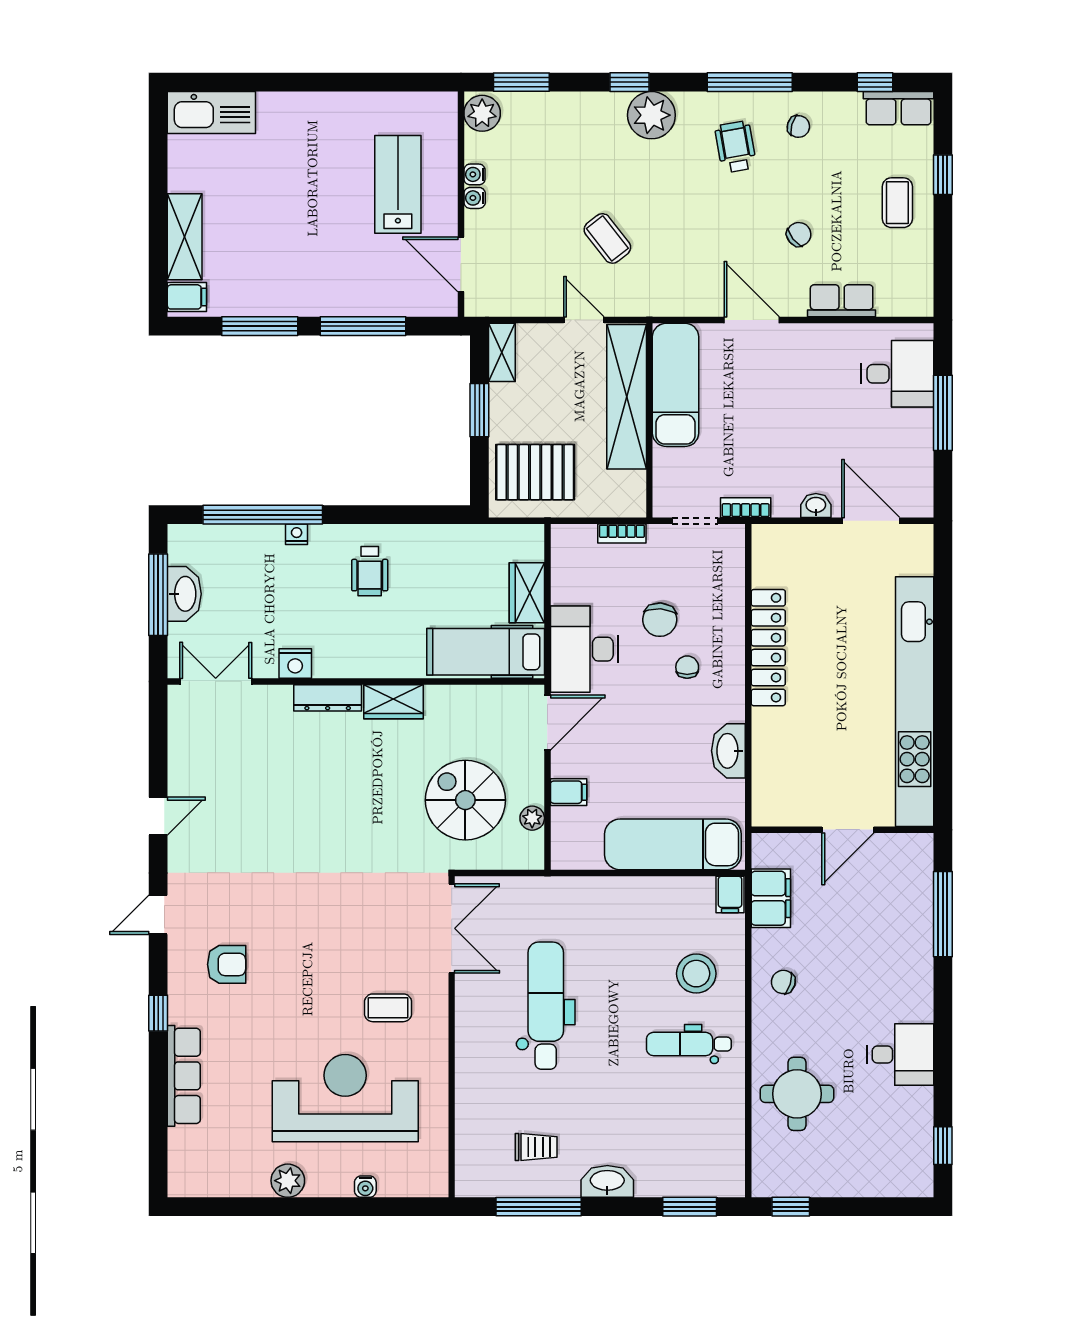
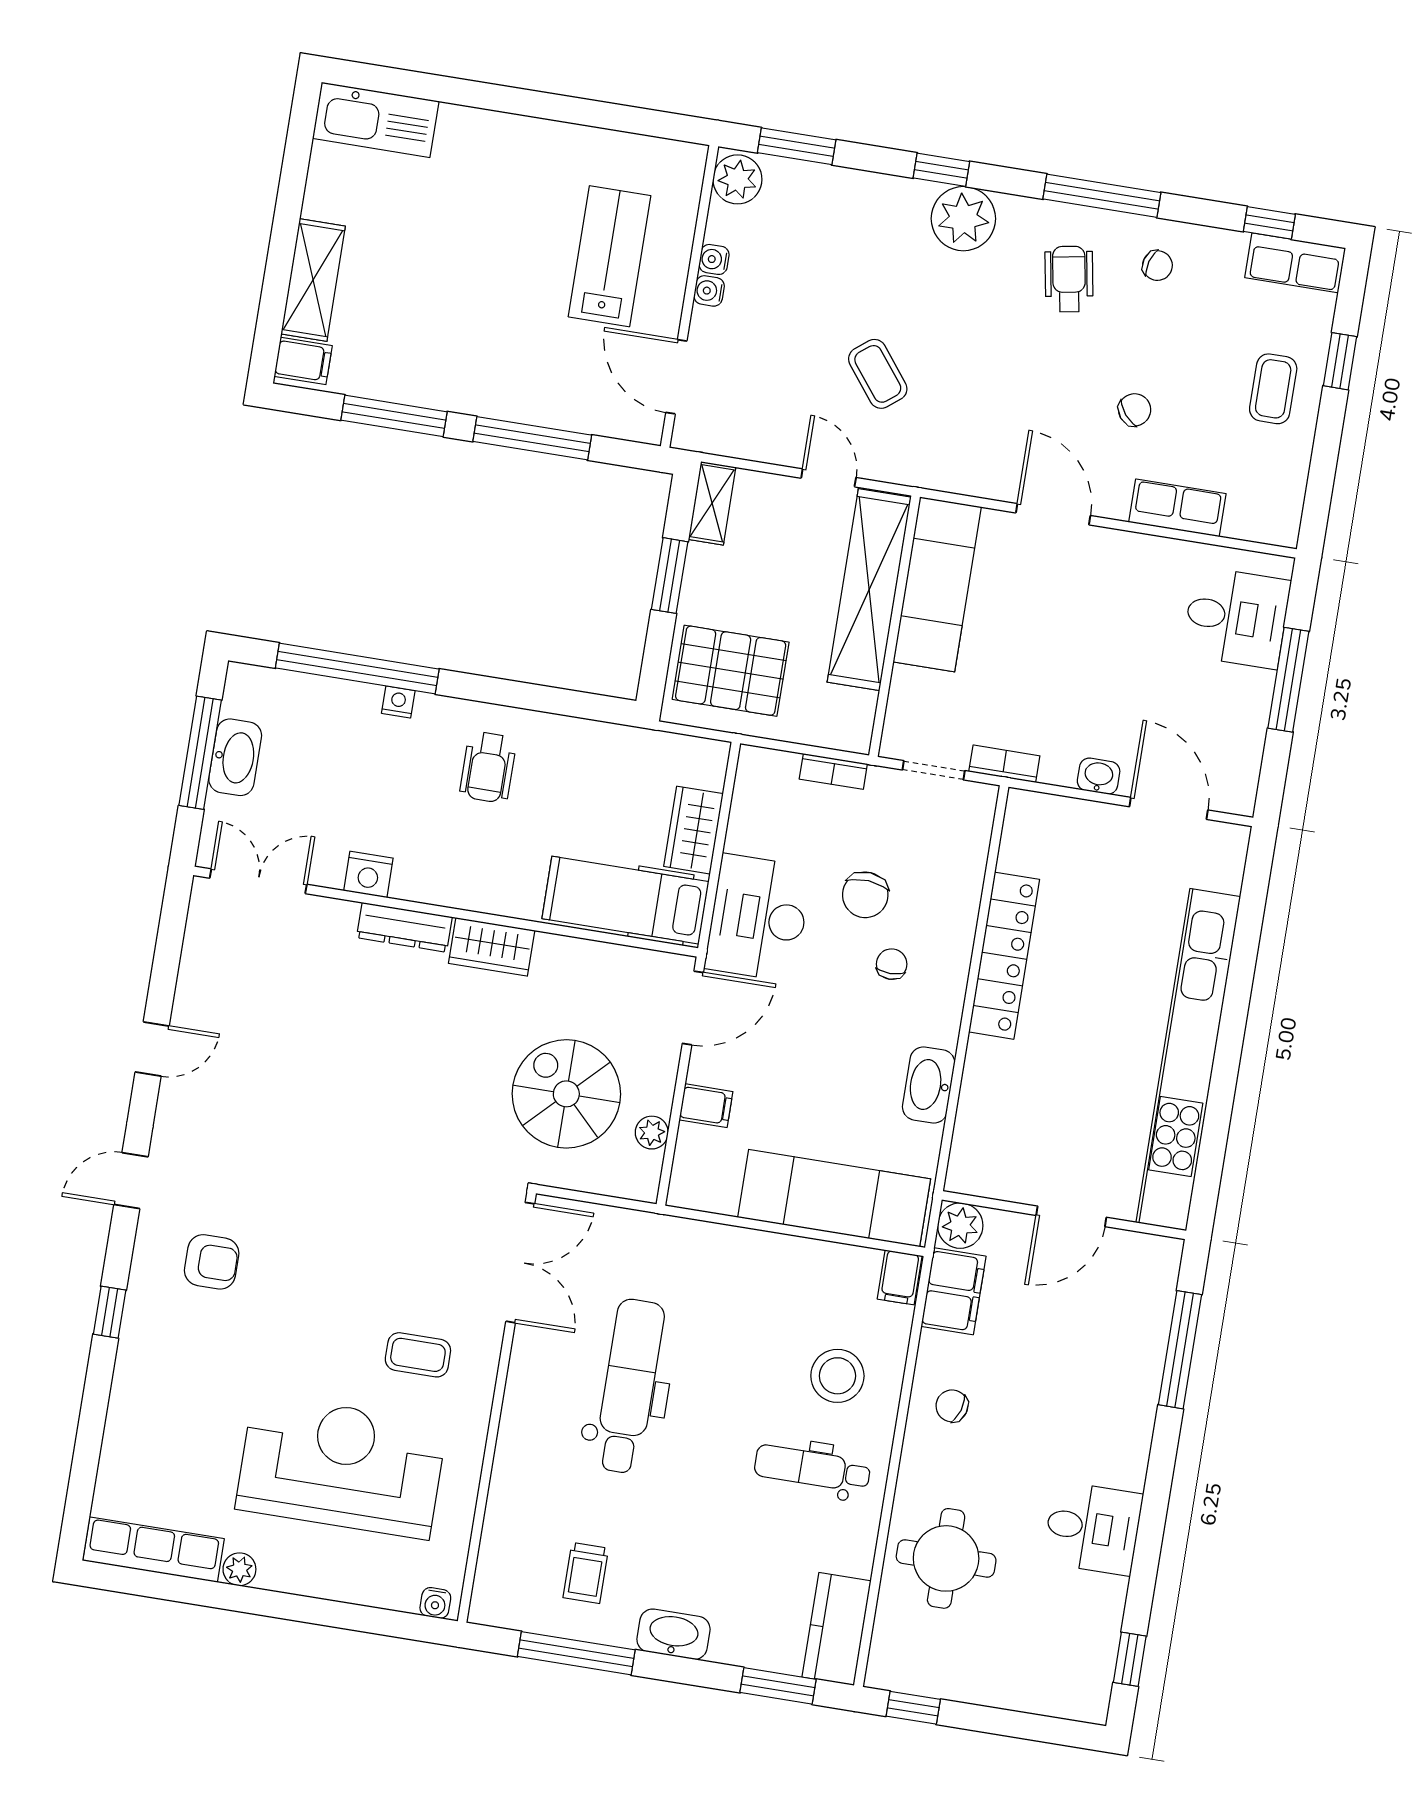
plant: (768, 850) -> (960, 1226), added
row of seats: (184, 1076) -> (153, 1550), moved, turned -90
trolley: (536, 1147) -> (586, 1573), turned 90
kitchen counter: (726, 1158) -> (837, 1629), added
plant: (288, 1181) -> (239, 1569), width x0.73, depth x0.73
water cooler: (365, 1187) -> (435, 1603), moved

